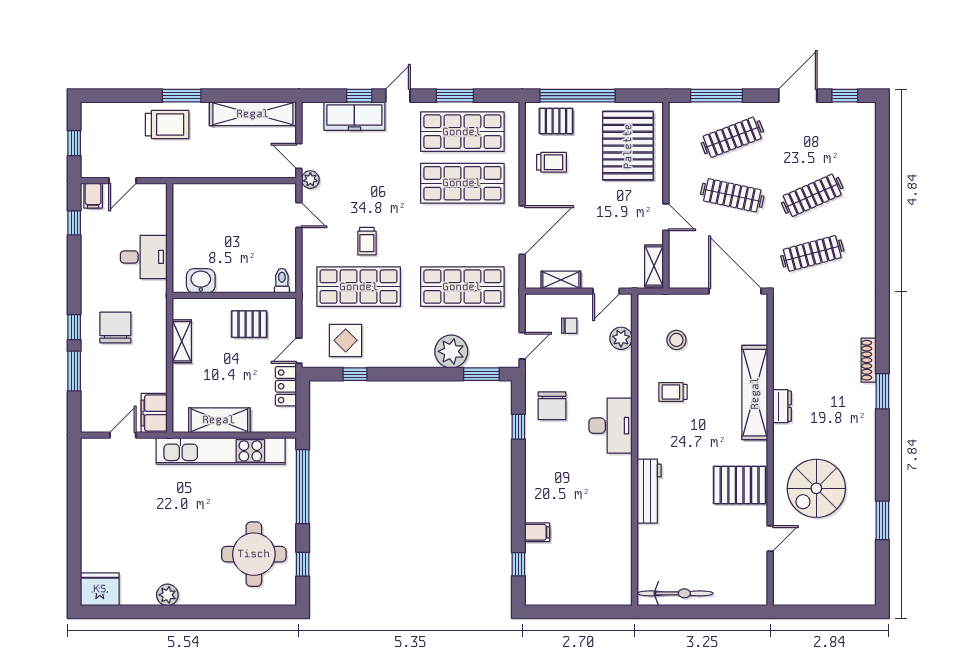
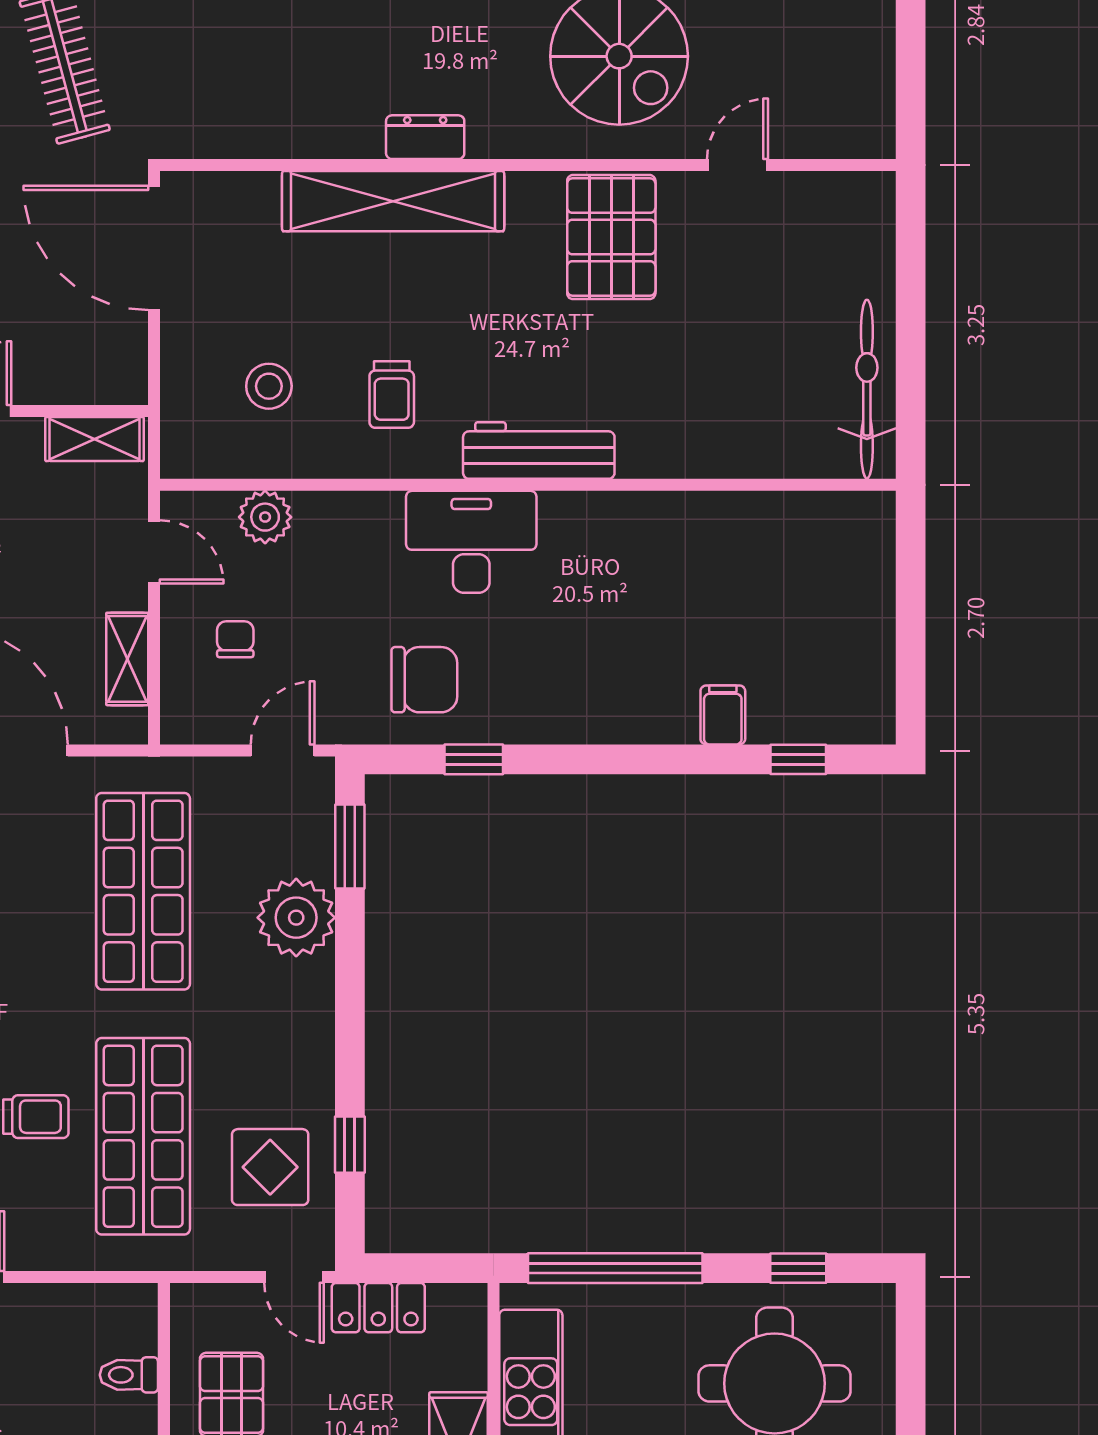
toilet: (282, 281) -> (129, 1375), moved
door: (735, 291) -> (154, 248), hinge flipped
door: (522, 346) -> (283, 751), hinge flipped
workbench: (649, 491) -> (539, 451), moved
door: (770, 539) -> (738, 165), hinge flipped

